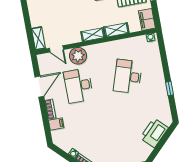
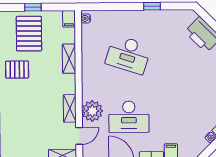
filing cabinet: (147, 19) -> (69, 19), width x0.50
shelving: (93, 35) -> (70, 108), moved

